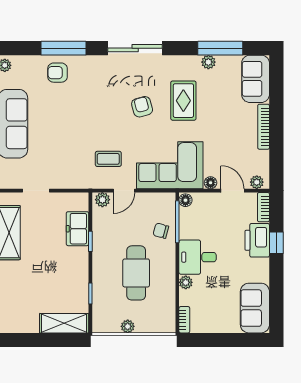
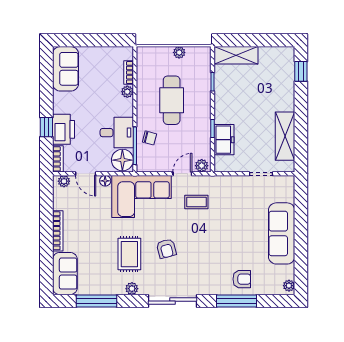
plant: (208, 62) -> (132, 289), moved
floor lamp: (185, 200) -> (122, 160), width x1.89, depth x1.89
desk: (198, 257) -> (117, 133), moved
bookcase: (184, 320) -> (129, 73), moved

